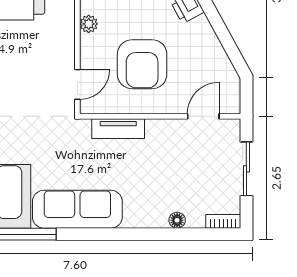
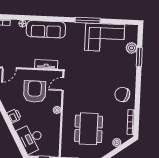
sofa: (77, 209) -> (46, 29), moved

